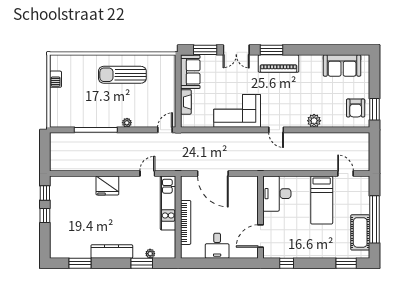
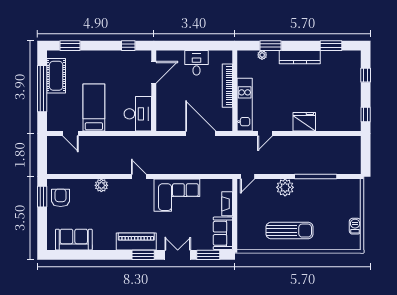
plant: (127, 123) -> (285, 187), width x1.87, depth x1.87
window: (45, 215) -> (366, 75), moved

